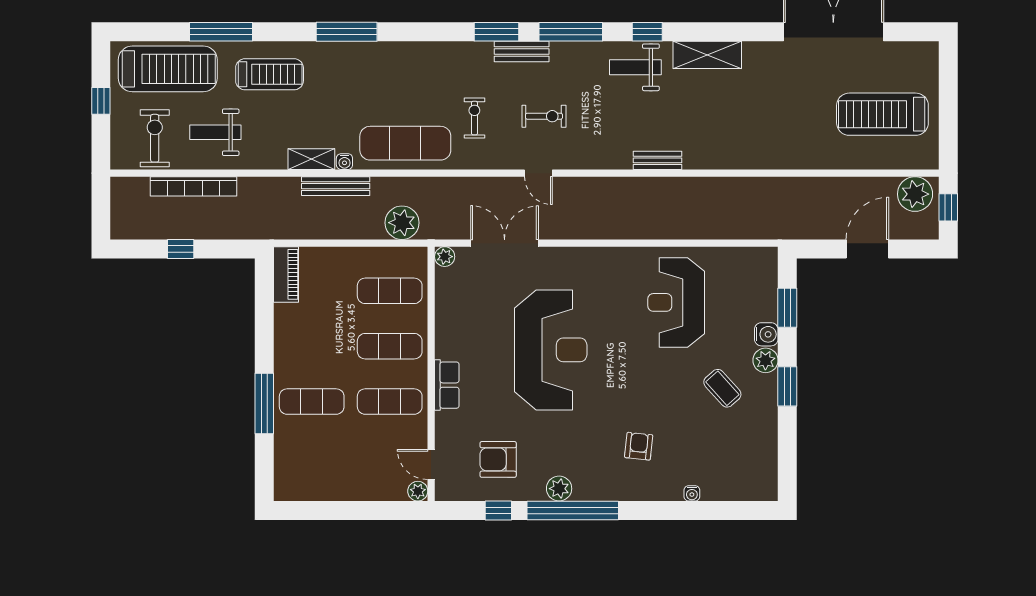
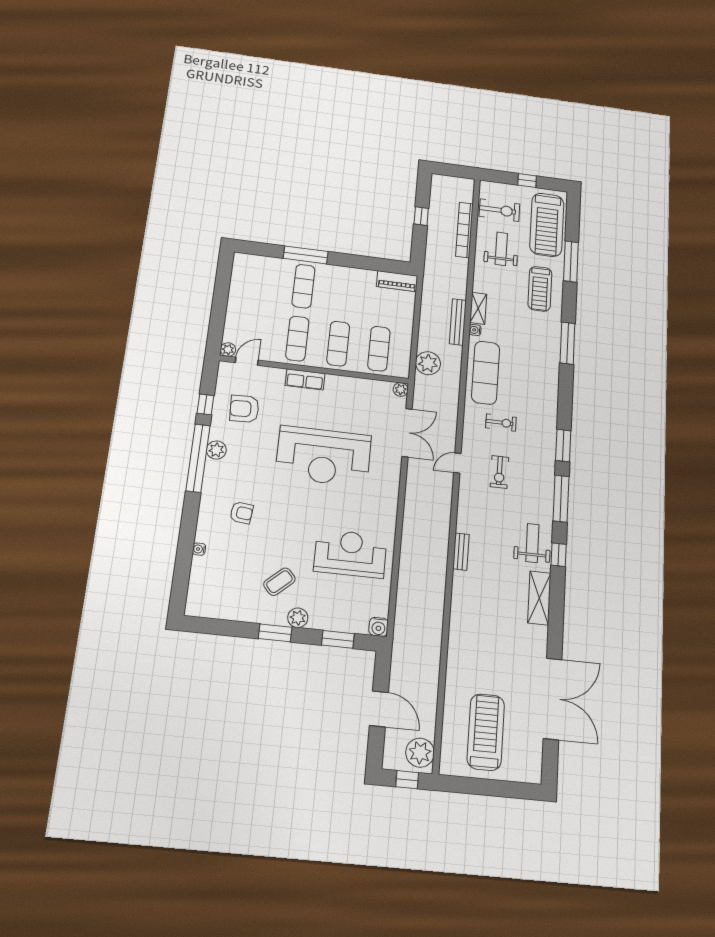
bench: (522, 52) -> (548, 462), removed
water cooler: (766, 334) -> (379, 627), moved
armchair: (498, 459) -> (244, 409), turned -93

